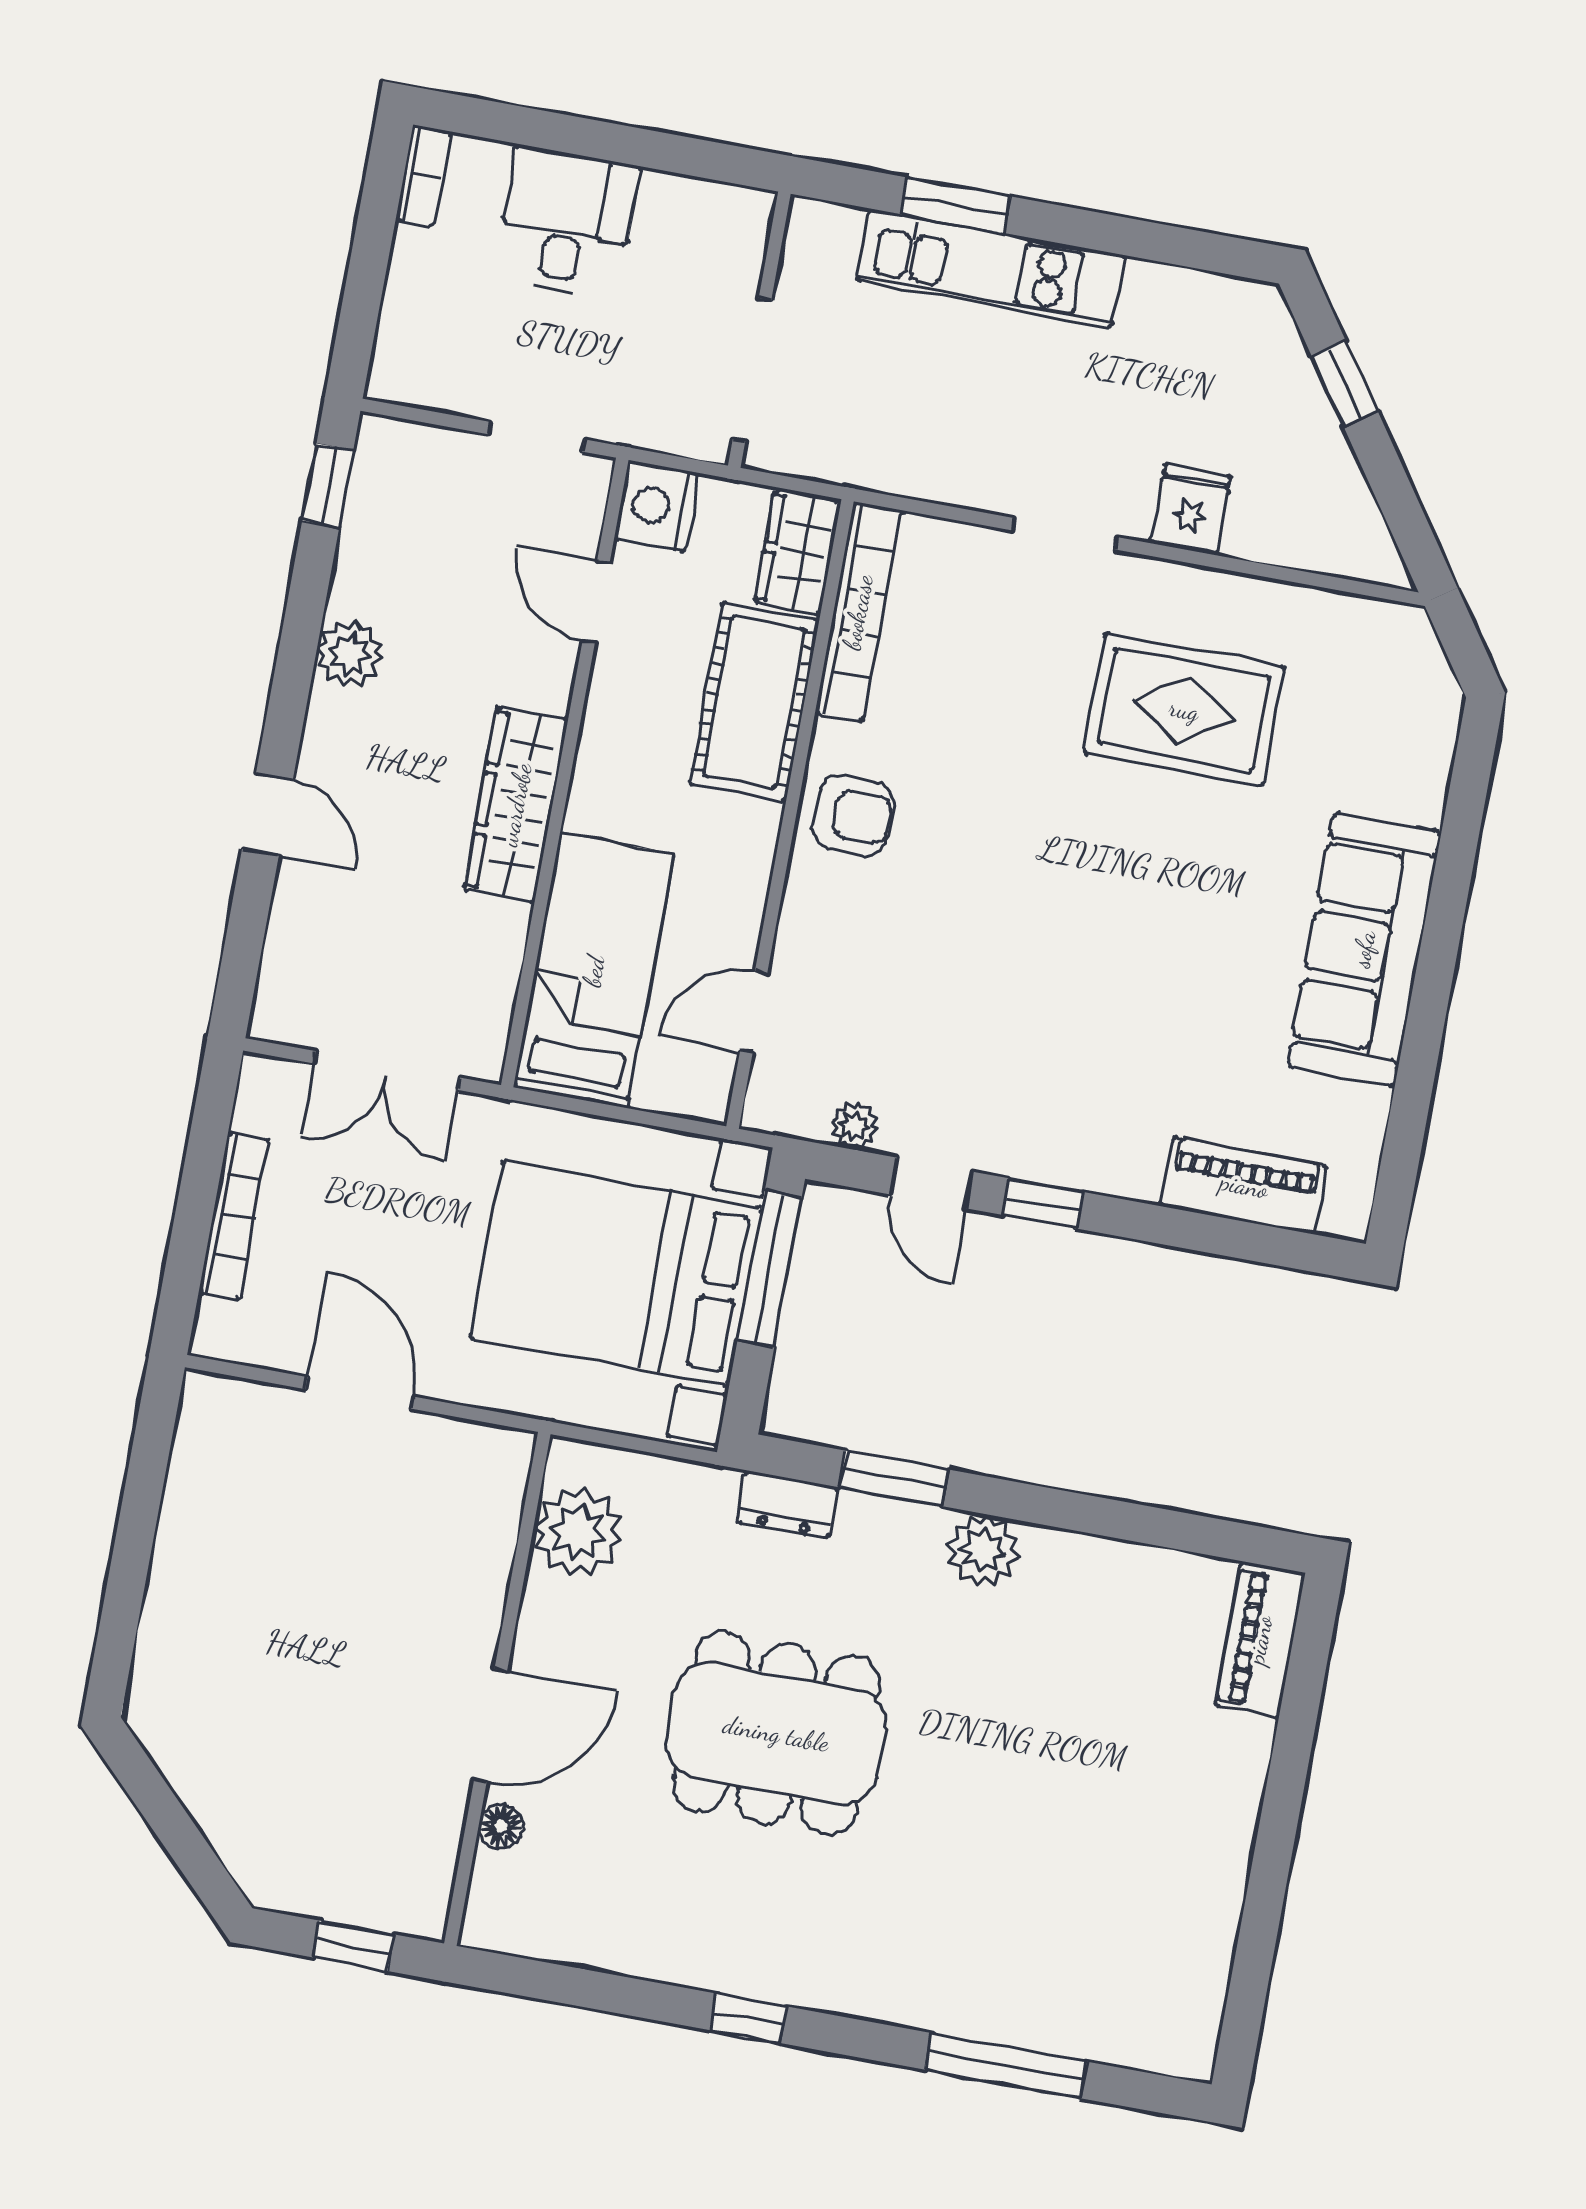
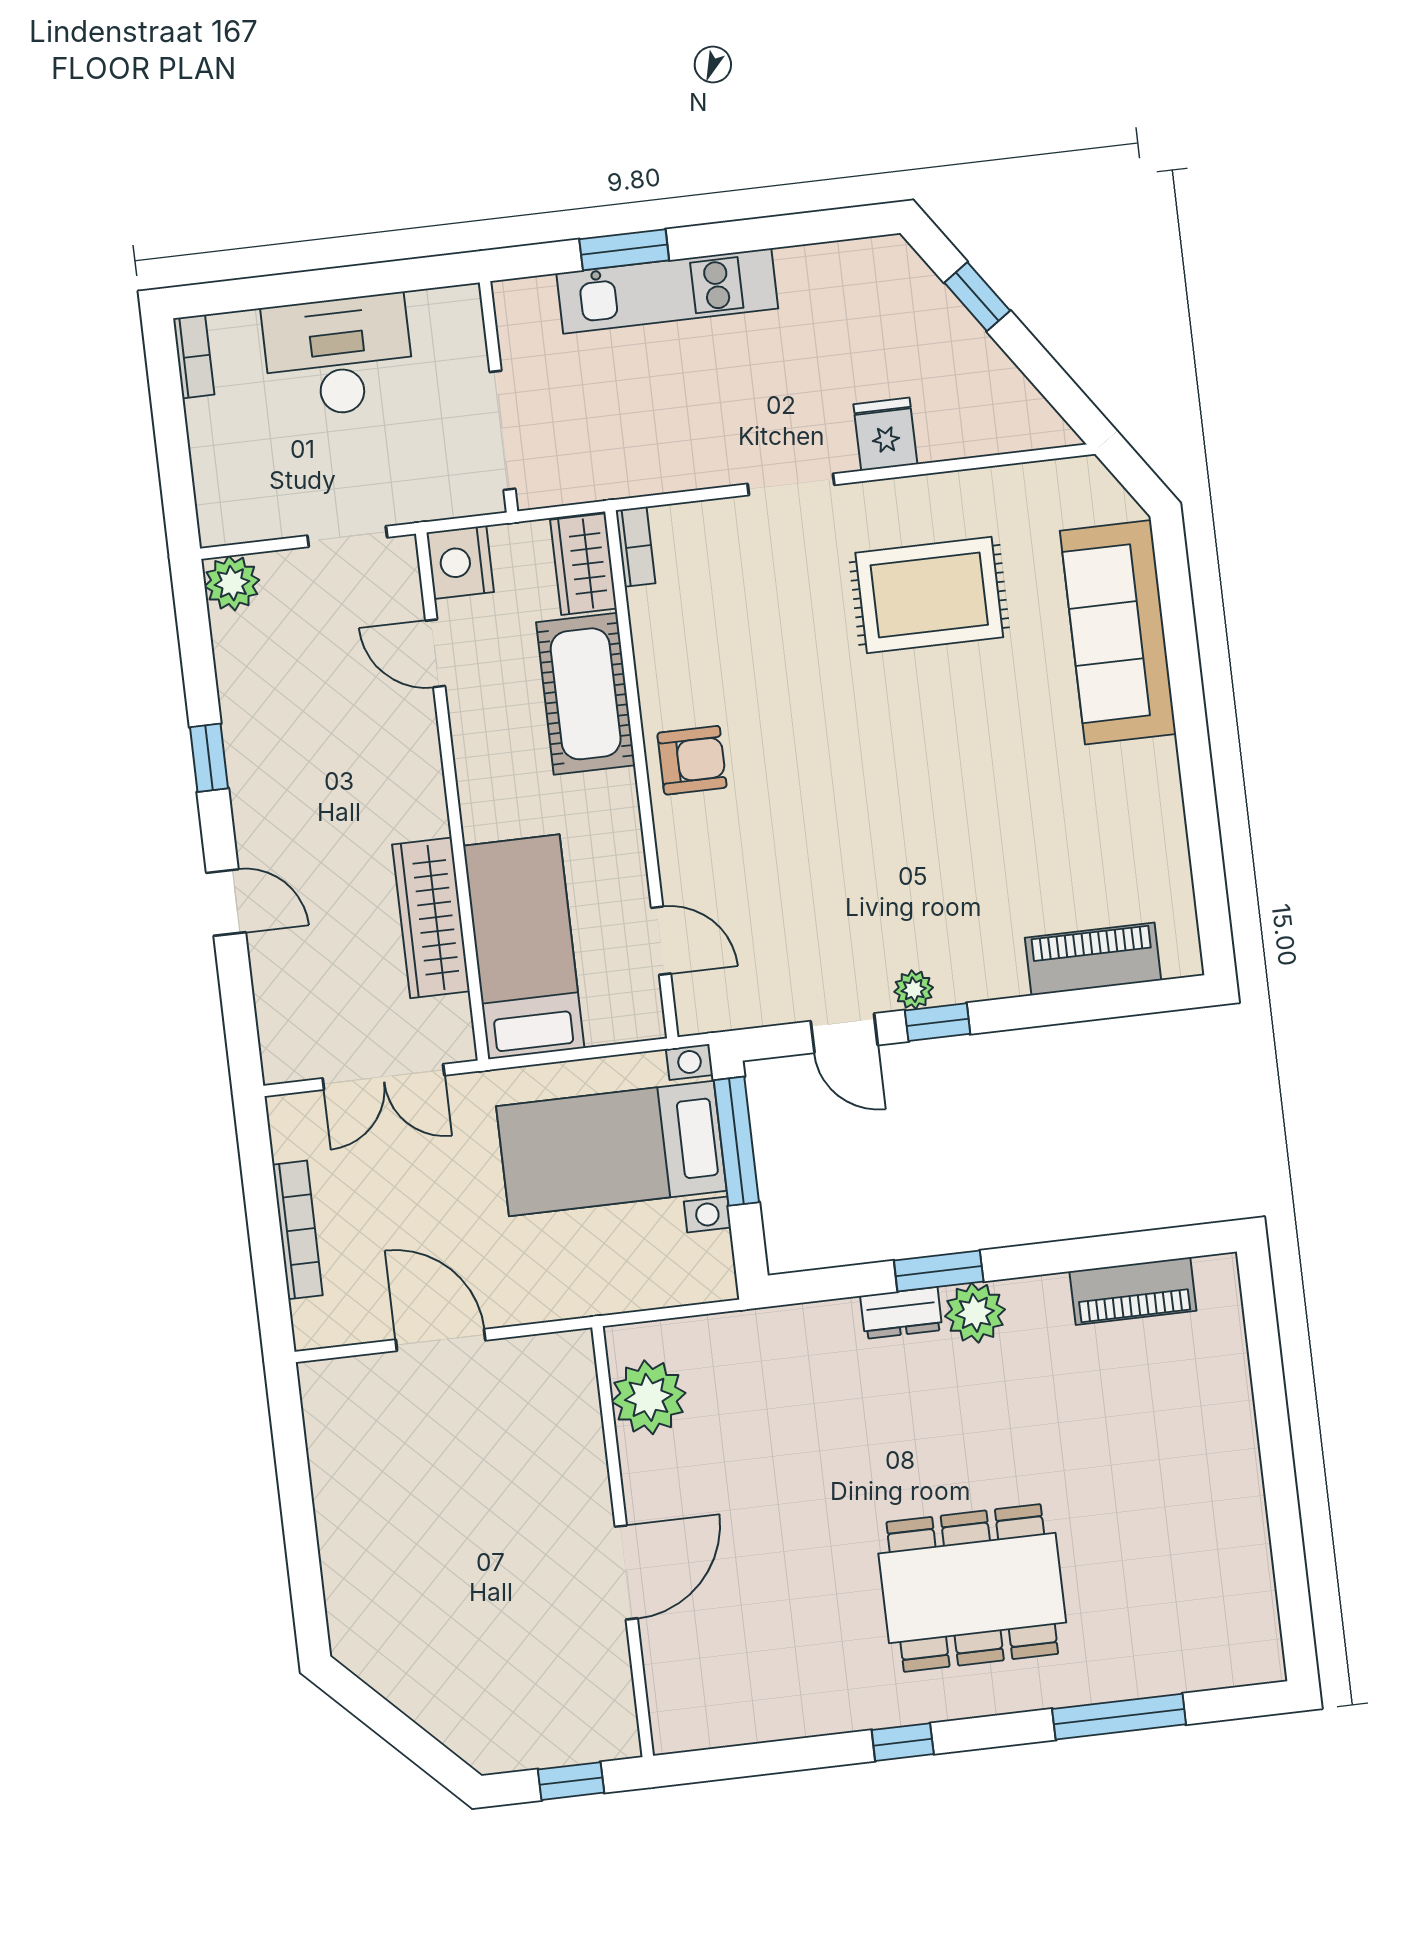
desk: (567, 222) -> (338, 356), width x1.37
window: (328, 485) -> (209, 758), moved
bookcase: (858, 612) -> (635, 547), width x0.43, depth x0.76
plant: (350, 654) -> (232, 583), moved
wardrobe: (516, 805) -> (431, 918), moved
sofa: (1364, 949) -> (1118, 632), moved
door: (754, 1012) -> (661, 941), swing flipped
plant: (854, 1126) -> (914, 990), moved
bed with nightstands: (616, 1273) -> (611, 1148), width x0.73
window: (894, 1478) -> (939, 1271), moved
dresser: (787, 1504) -> (901, 1313), moved
piano: (1260, 1640) -> (1133, 1291), moved, turned -90
dining table: (776, 1734) -> (972, 1588), moved
floor lamp: (501, 1826) -> (659, 1650), removed

